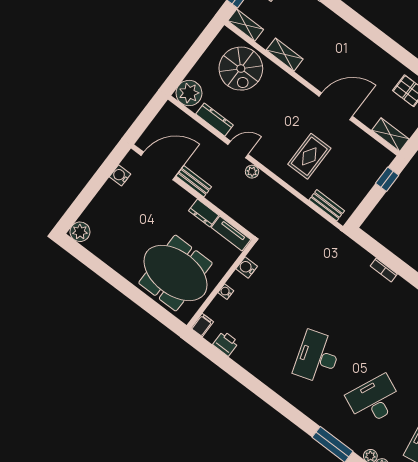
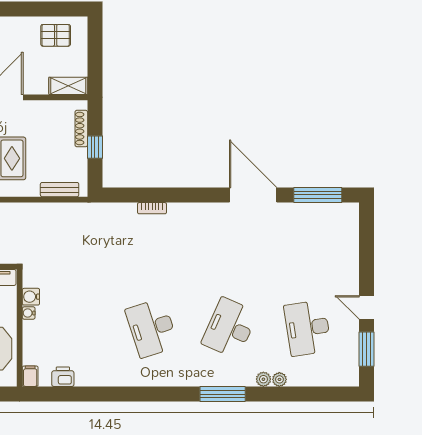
shoe rack: (376, 173) -> (81, 129), added
window: (387, 179) -> (95, 147), moved
water cooler: (226, 292) -> (29, 313), moved

